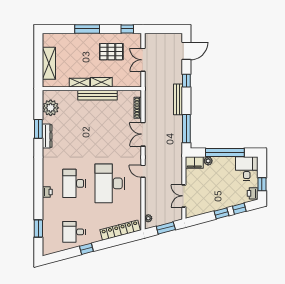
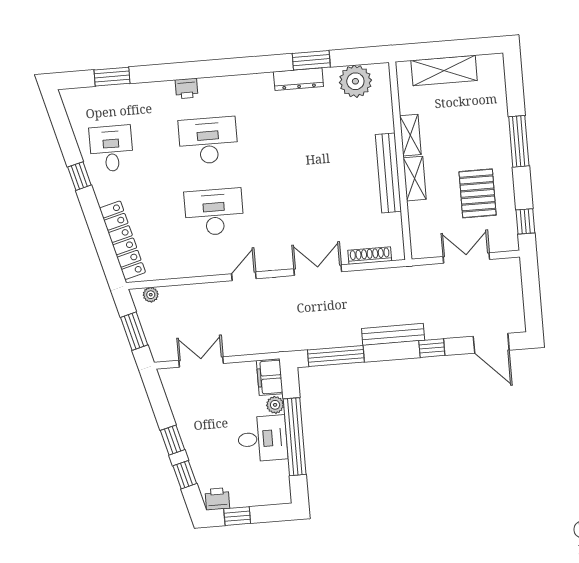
desk: (247, 169) -> (262, 439), moved
desk: (110, 183) -> (214, 212), width x0.73, depth x0.77

